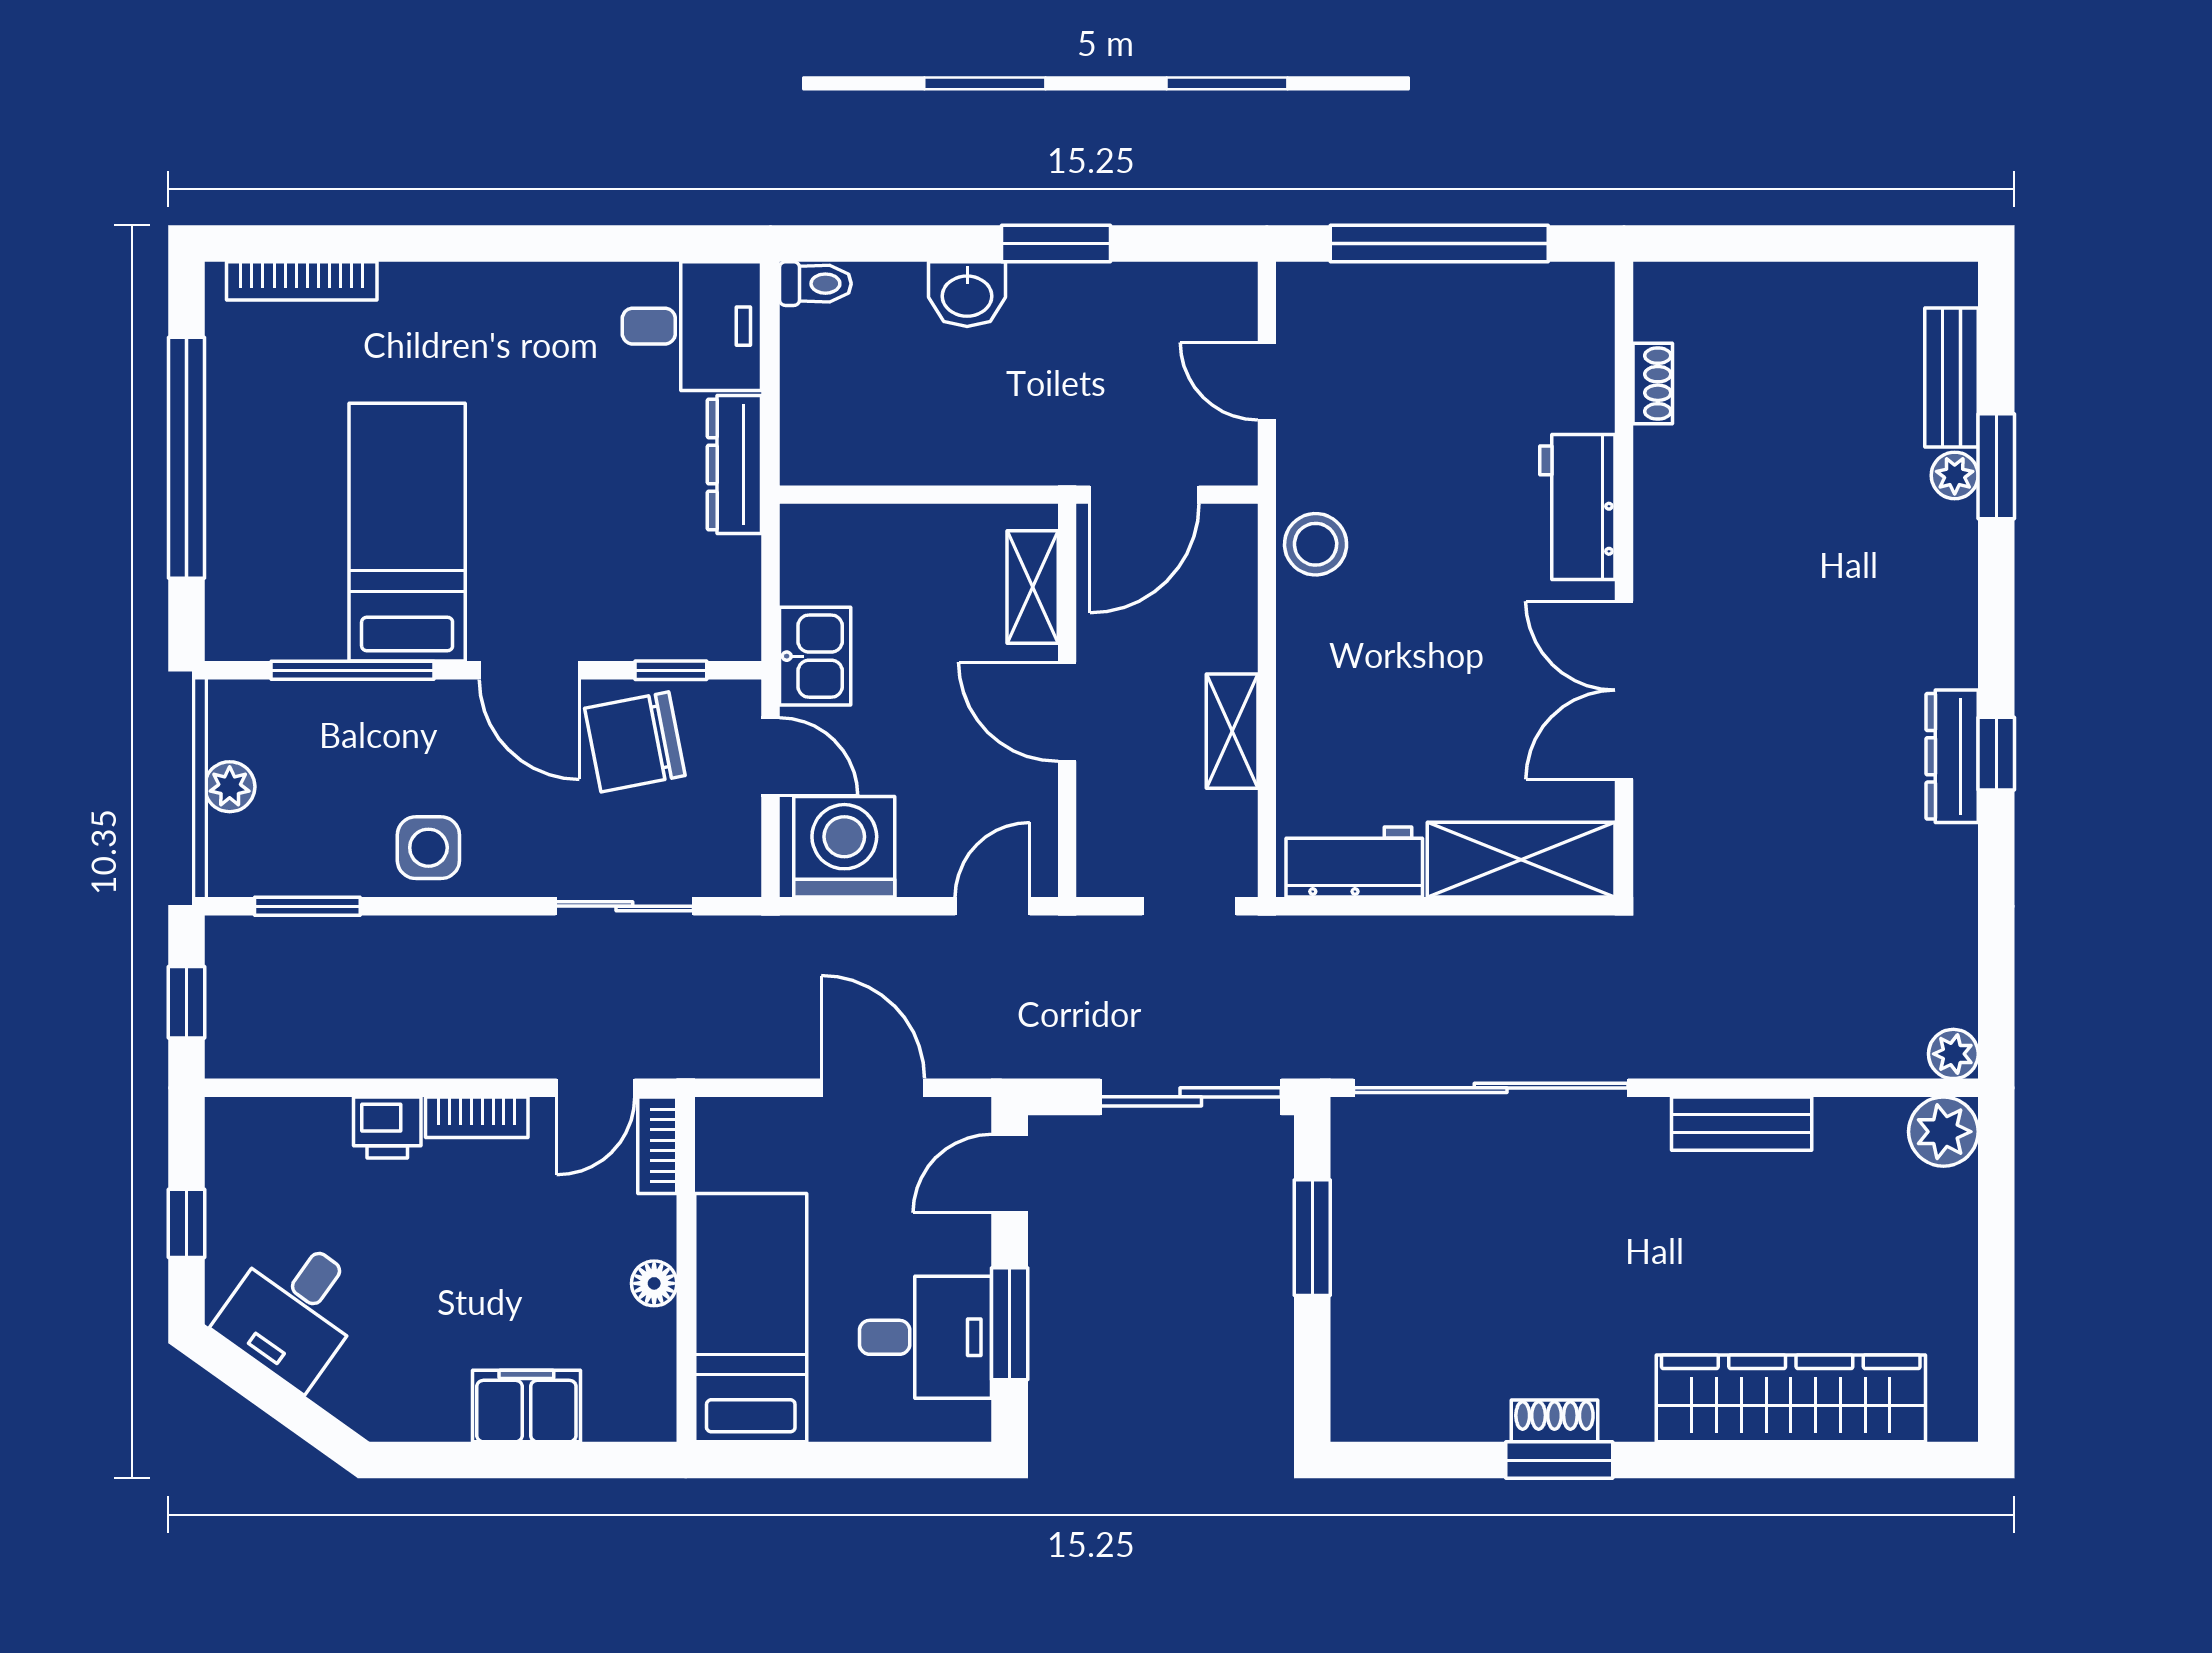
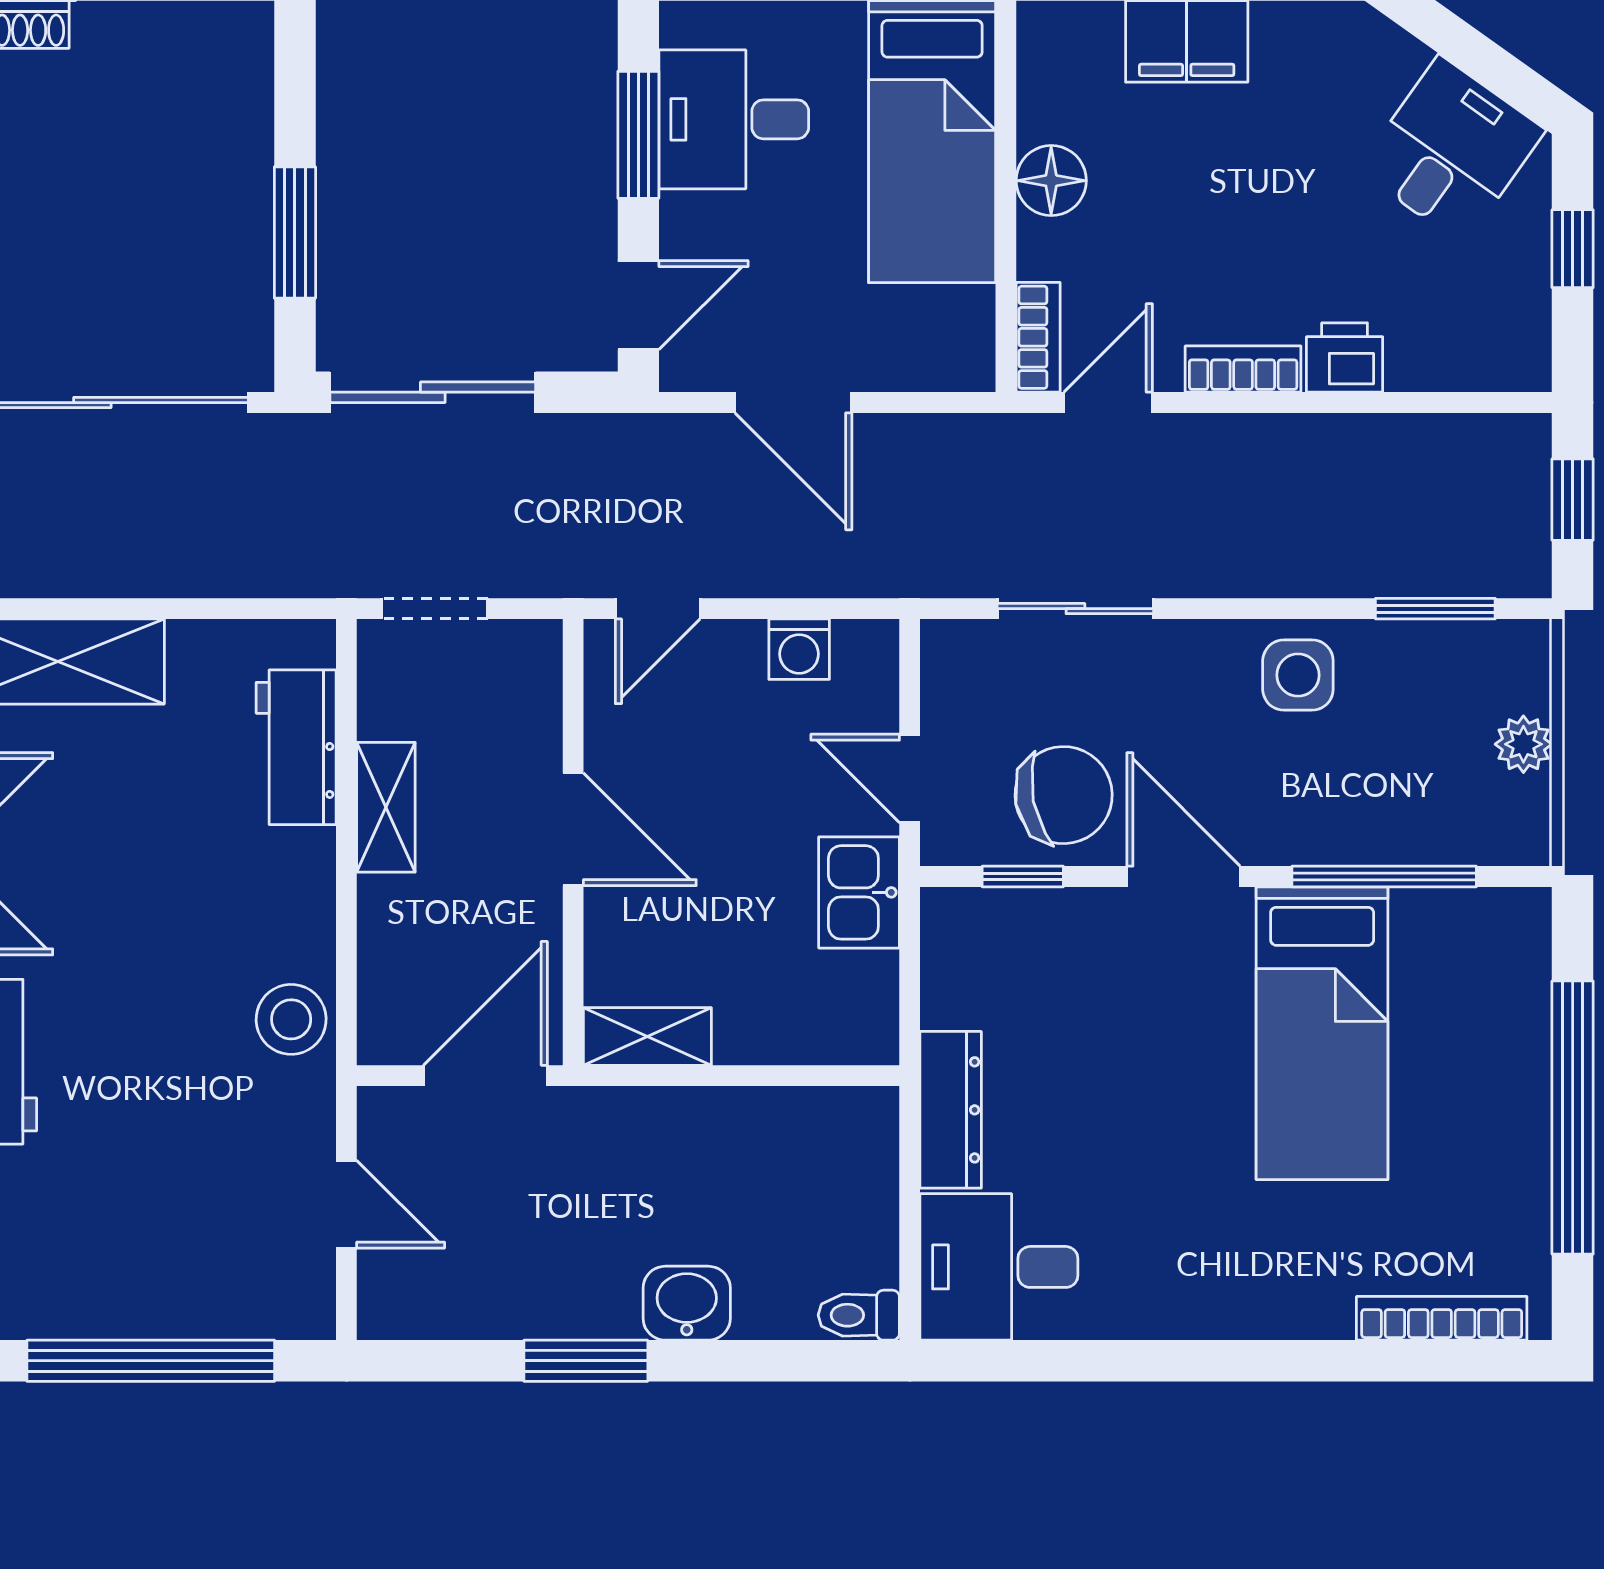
shelving: (1033, 587) -> (647, 1037), moved, turned 90
washing machine: (844, 847) -> (799, 649), width x0.53, depth x0.53
workbench: (1354, 862) -> (296, 747), moved, turned 90
floor lamp: (654, 1283) -> (1051, 181), width x1.37, depth x1.37

